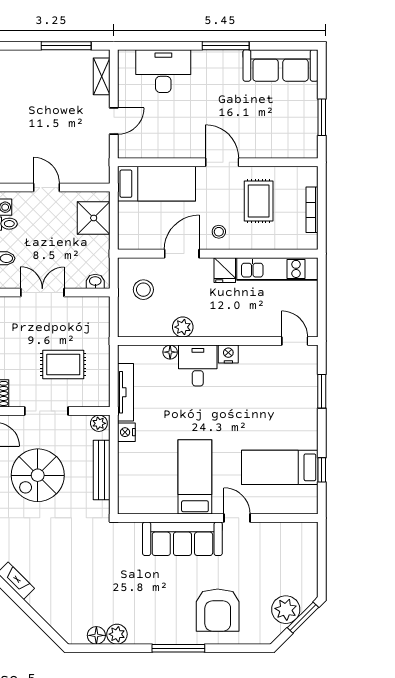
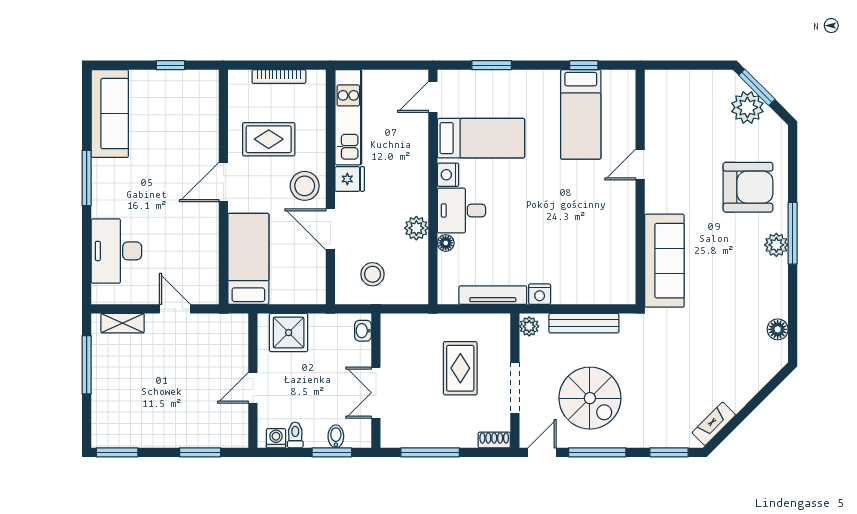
window: (322, 117) -> (170, 65), width x0.67
stool: (219, 232) -> (305, 186), width x1.89, depth x1.89
bed: (195, 477) -> (481, 138), moved, turned 180
sofa: (182, 539) -> (664, 261), moved
plant: (117, 634) -> (776, 245), moved

